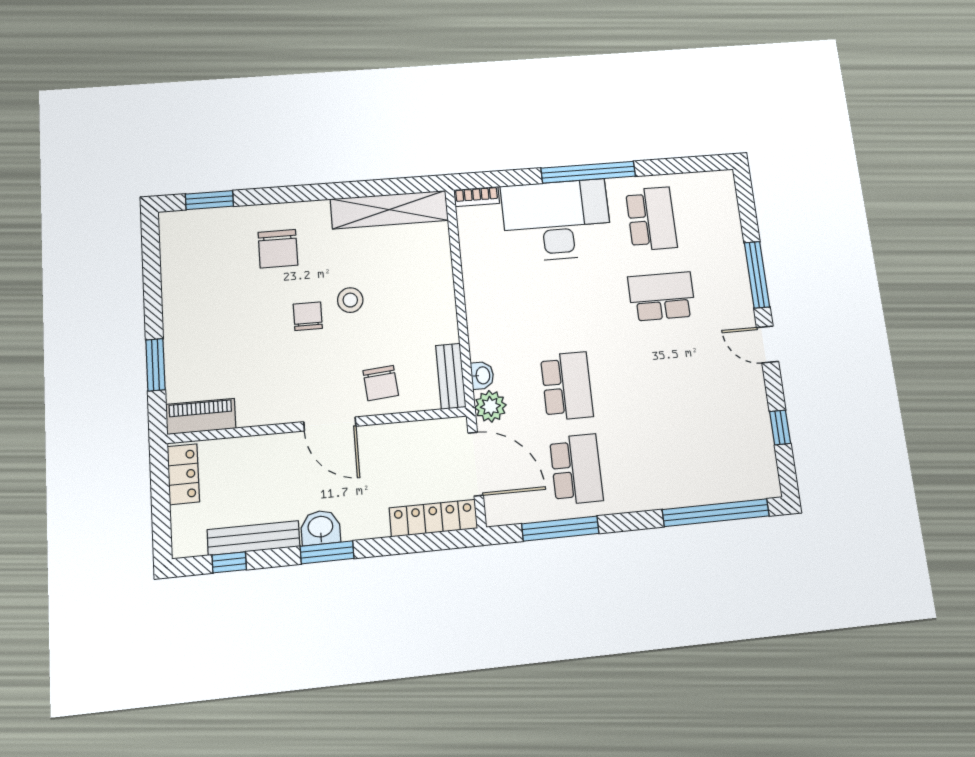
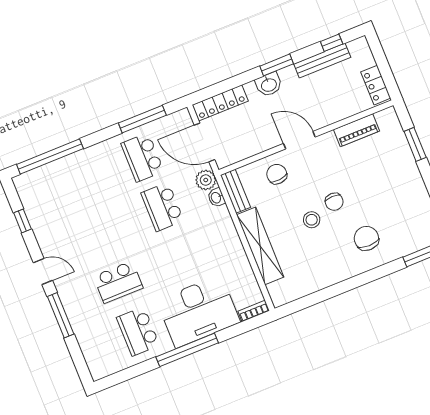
shelving: (389, 210) -> (260, 246), moved, turned 90
piano: (201, 416) -> (356, 130), moved
washbasin: (321, 528) -> (269, 85), moved

